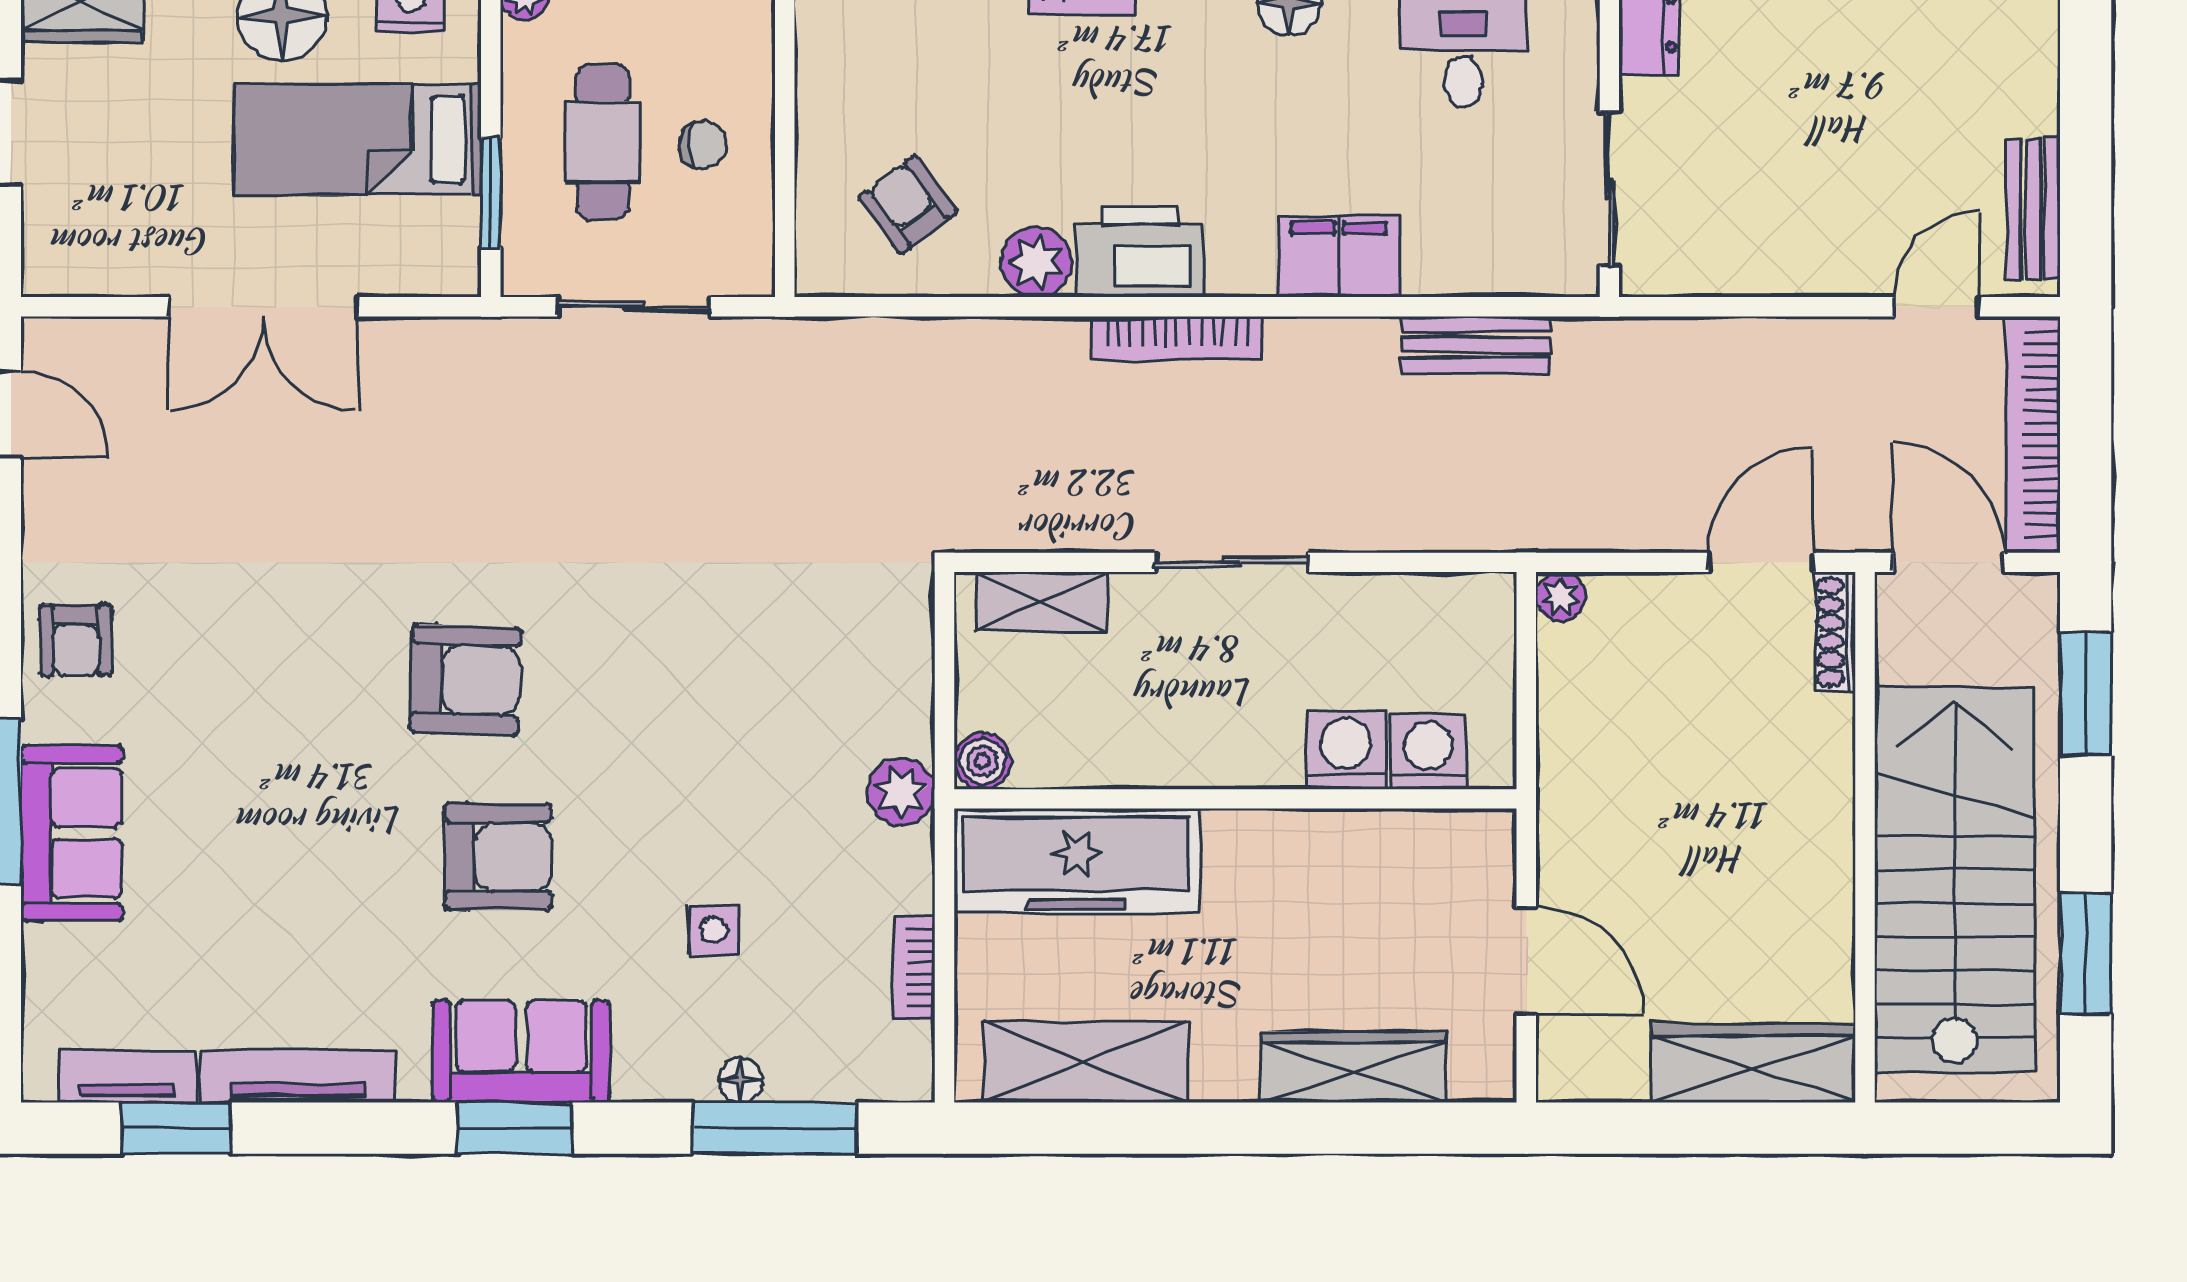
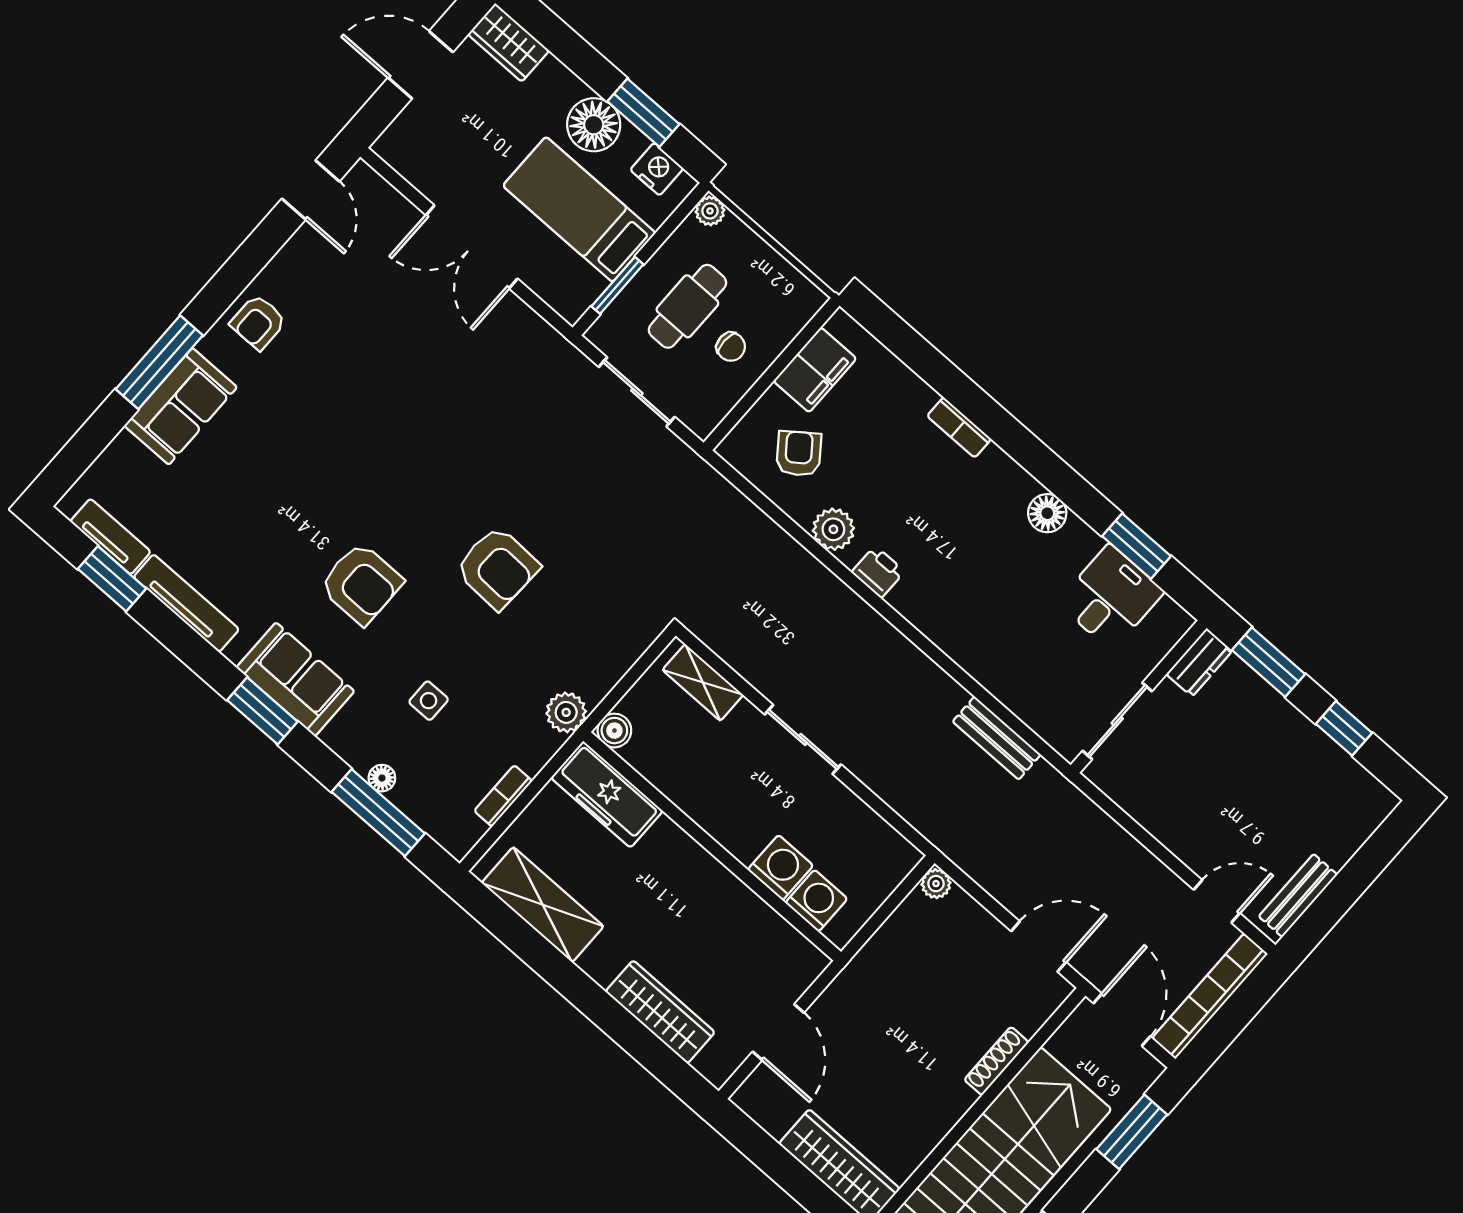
printer: (1140, 251) -> (878, 572), width x0.53, depth x0.68
filing cabinet: (1339, 257) -> (815, 370), moved, turned 90
bookcase: (1177, 338) -> (866, 618), removed
shoe rack: (1835, 632) -> (996, 1061), moved
armchair: (465, 680) -> (497, 568), moved
freezer: (1077, 861) -> (607, 794), width x0.73, depth x0.79

